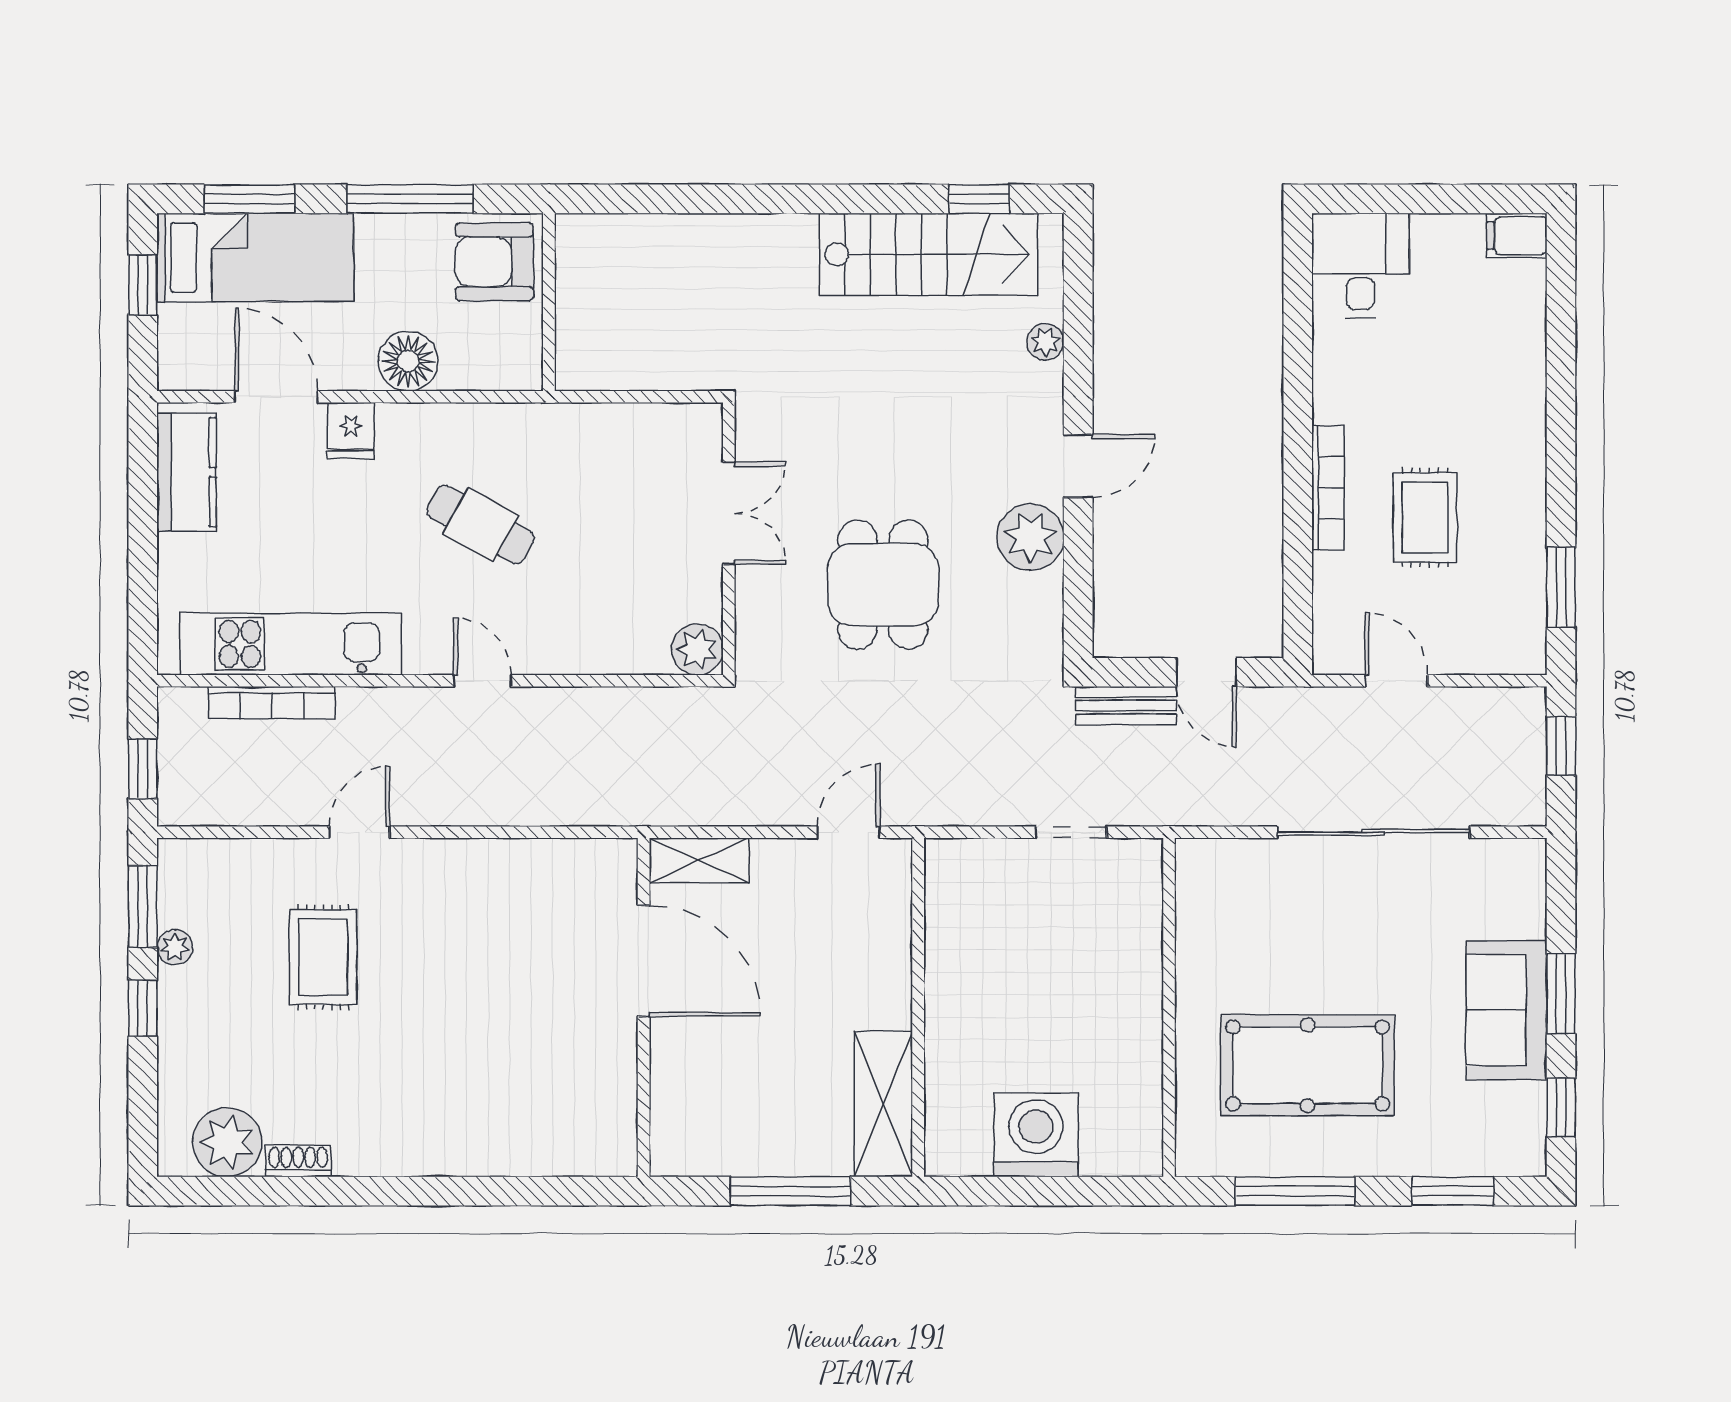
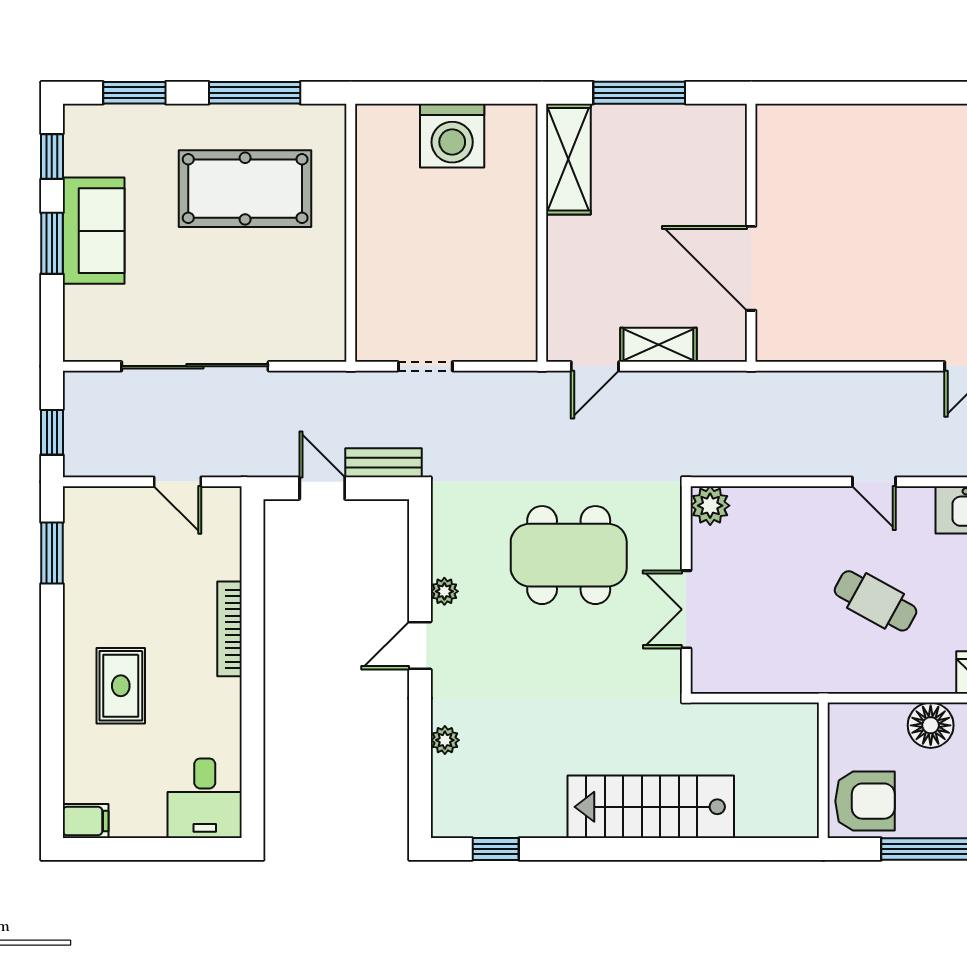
stairs: (929, 254) -> (651, 807), moved
rug: (1425, 517) -> (121, 686), moved
plant: (1030, 537) -> (444, 591), width x0.53, depth x0.53
dining table: (883, 585) -> (569, 555), width x1.38
shelving: (699, 860) -> (658, 345), moved

